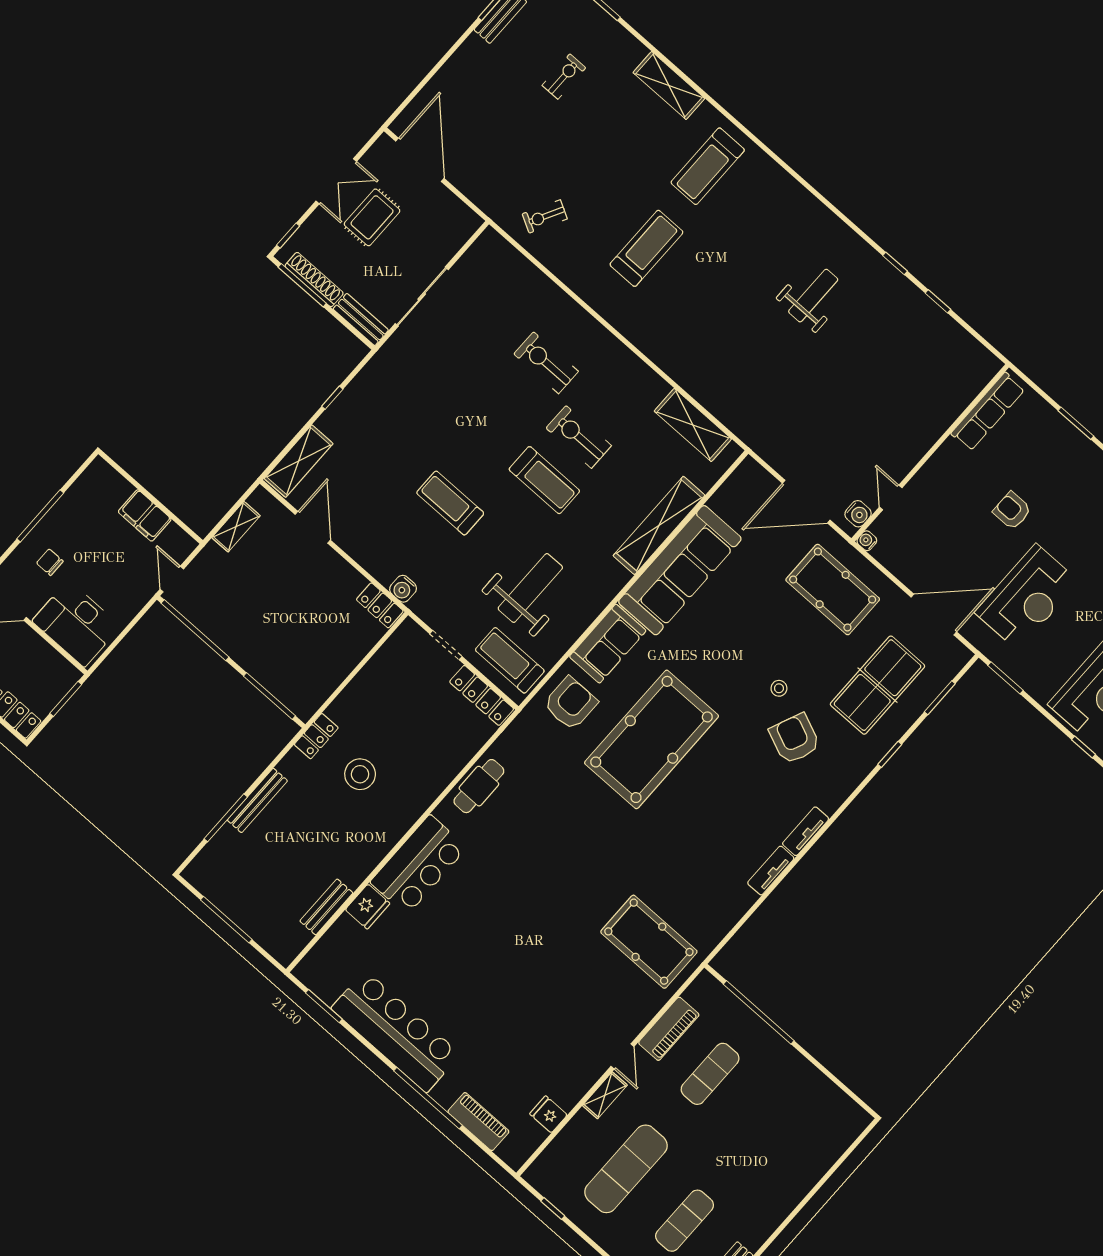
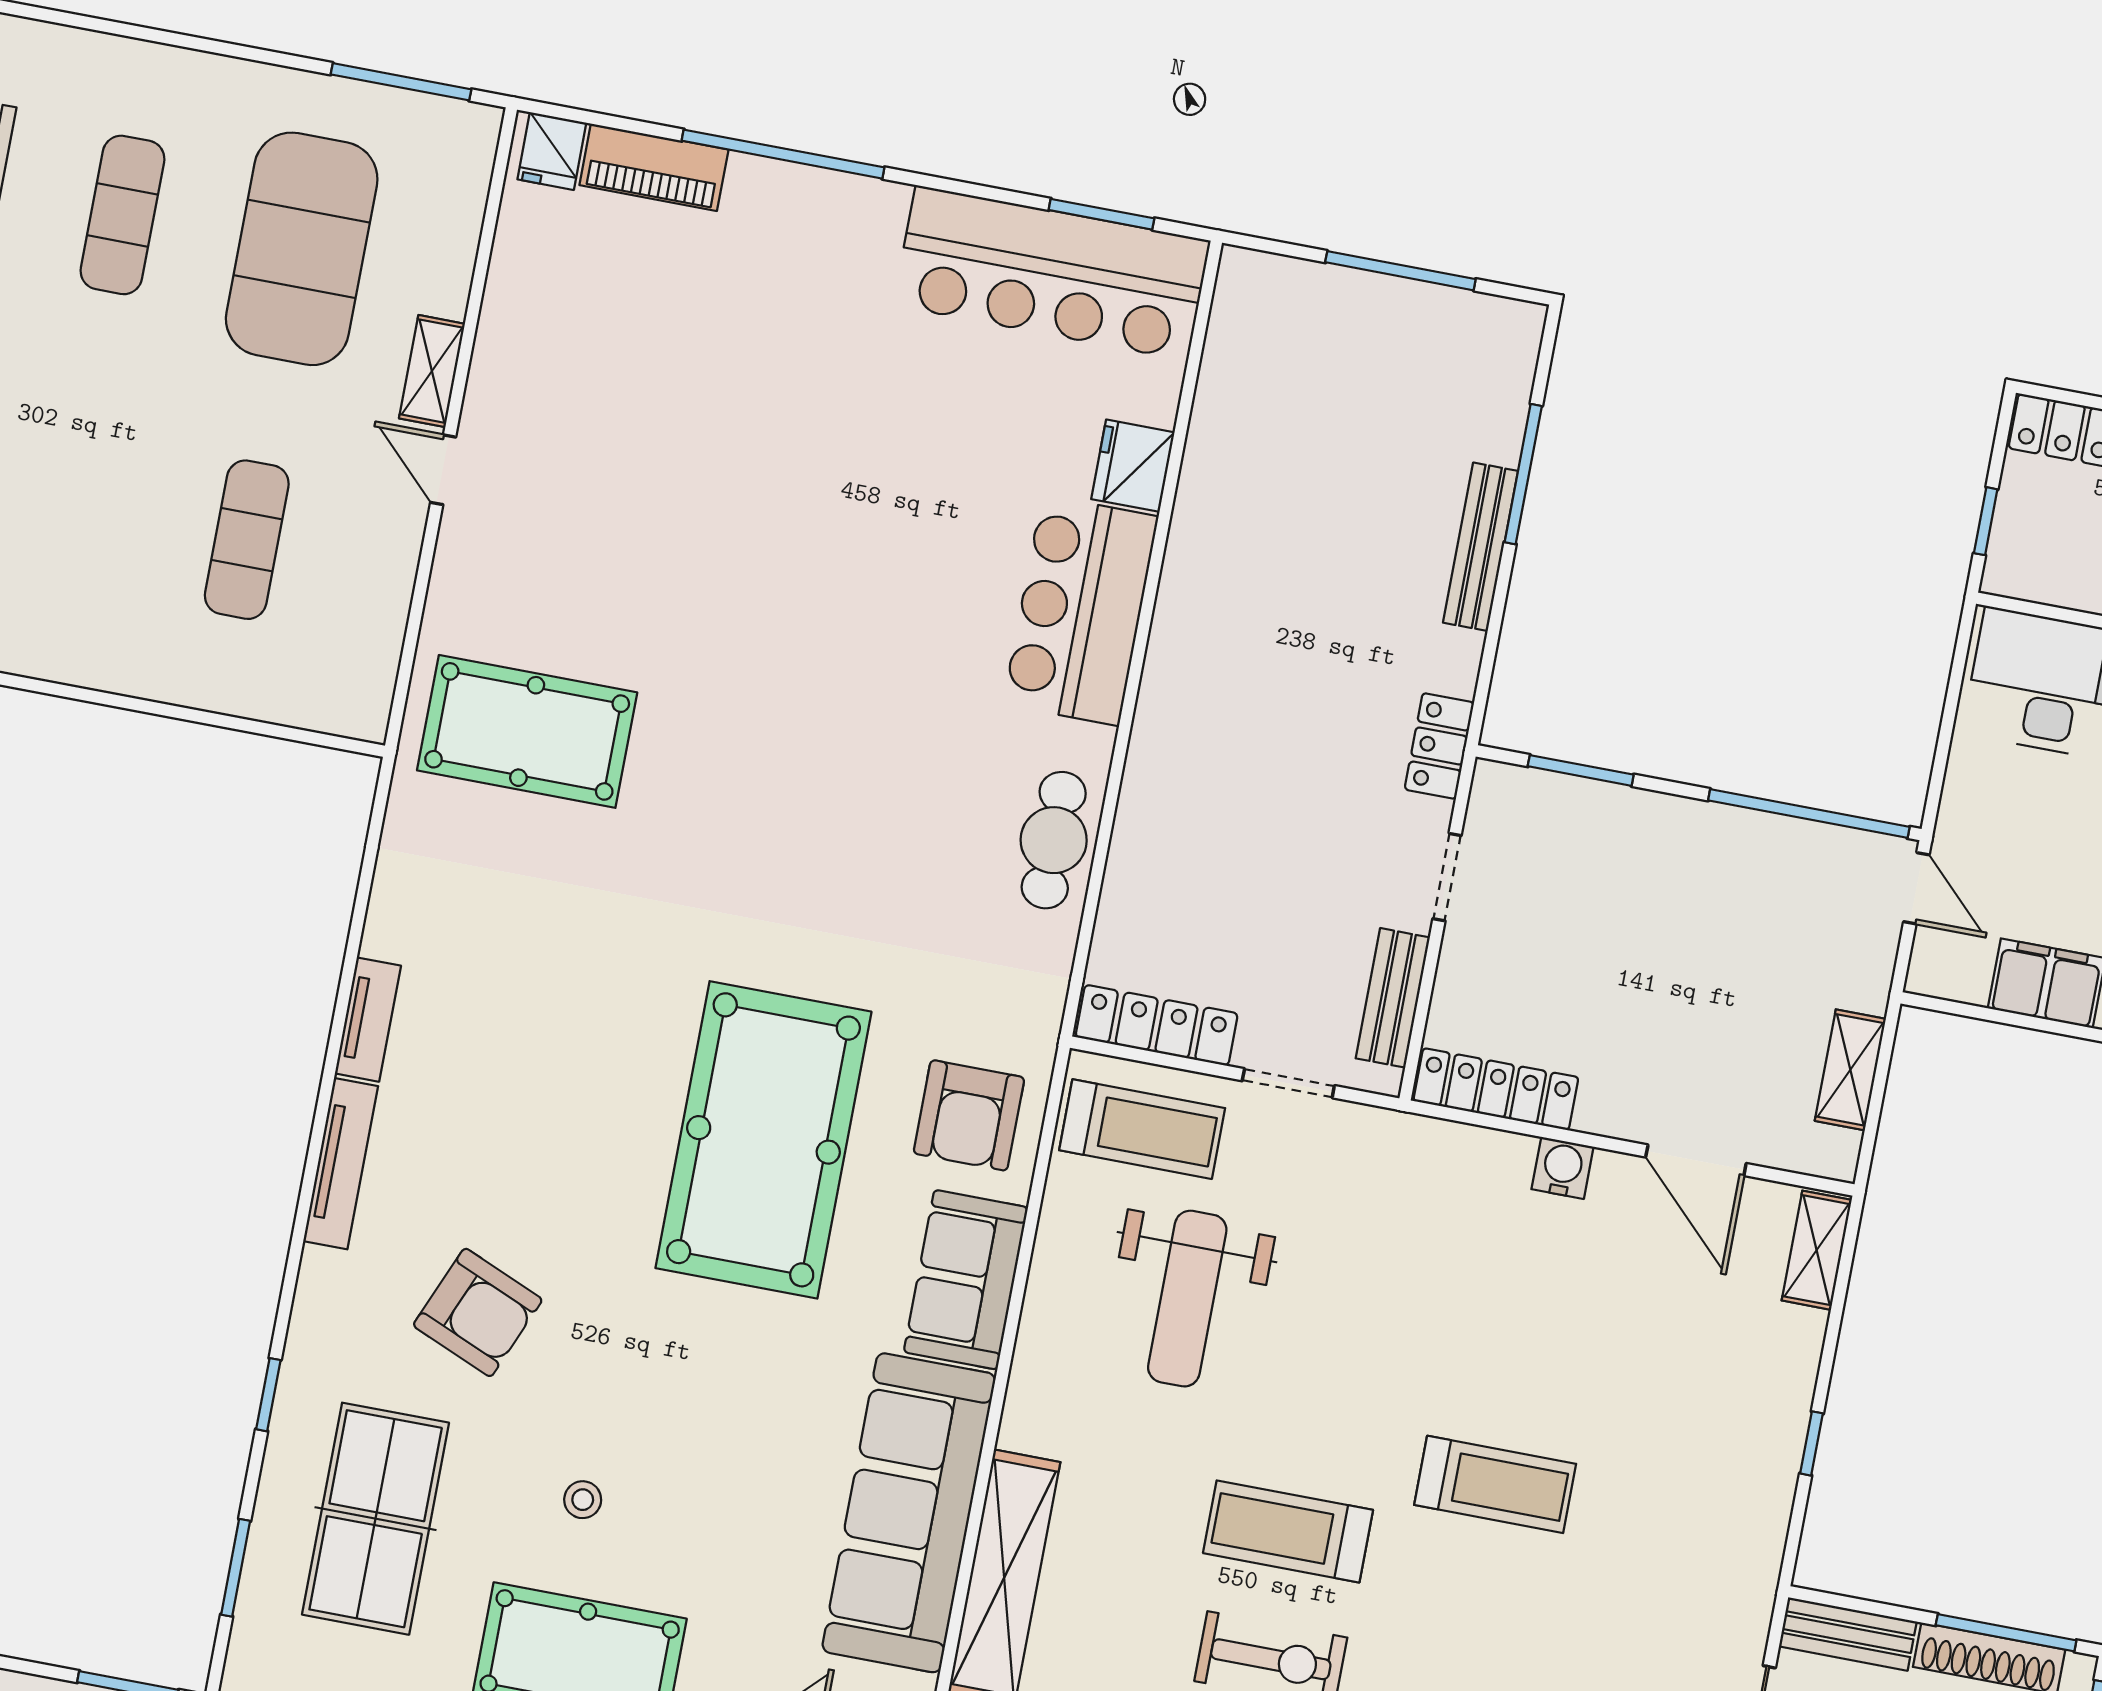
shelving: (299, 461) -> (1817, 1250), width x0.67, depth x0.75
treadmill: (450, 503) -> (1495, 1484), moved
water cooler: (403, 589) -> (1563, 1168), moved
locker: (380, 605) -> (1496, 1089), width x1.53
doorway: (342, 686) -> (1447, 877), added
stool: (779, 688) -> (583, 1500), moved
window: (270, 696) -> (1581, 770), width x0.69
window: (66, 699) -> (1986, 521), width x0.67
stool: (360, 774) -> (1306, 722), removed
tv unit: (806, 831) -> (341, 1164), width x1.41
bench: (326, 907) -> (1393, 998), moved
window: (759, 1012) -> (223, 721), removed
piano: (669, 1029) -> (383, 581), removed
bar counter: (396, 1031) -> (1052, 273), moved
fridge: (548, 1114) -> (552, 151), moved, turned 90
exercise mat: (626, 1169) -> (302, 249), width x1.47
window: (553, 1209) -> (401, 82), width x2.17

